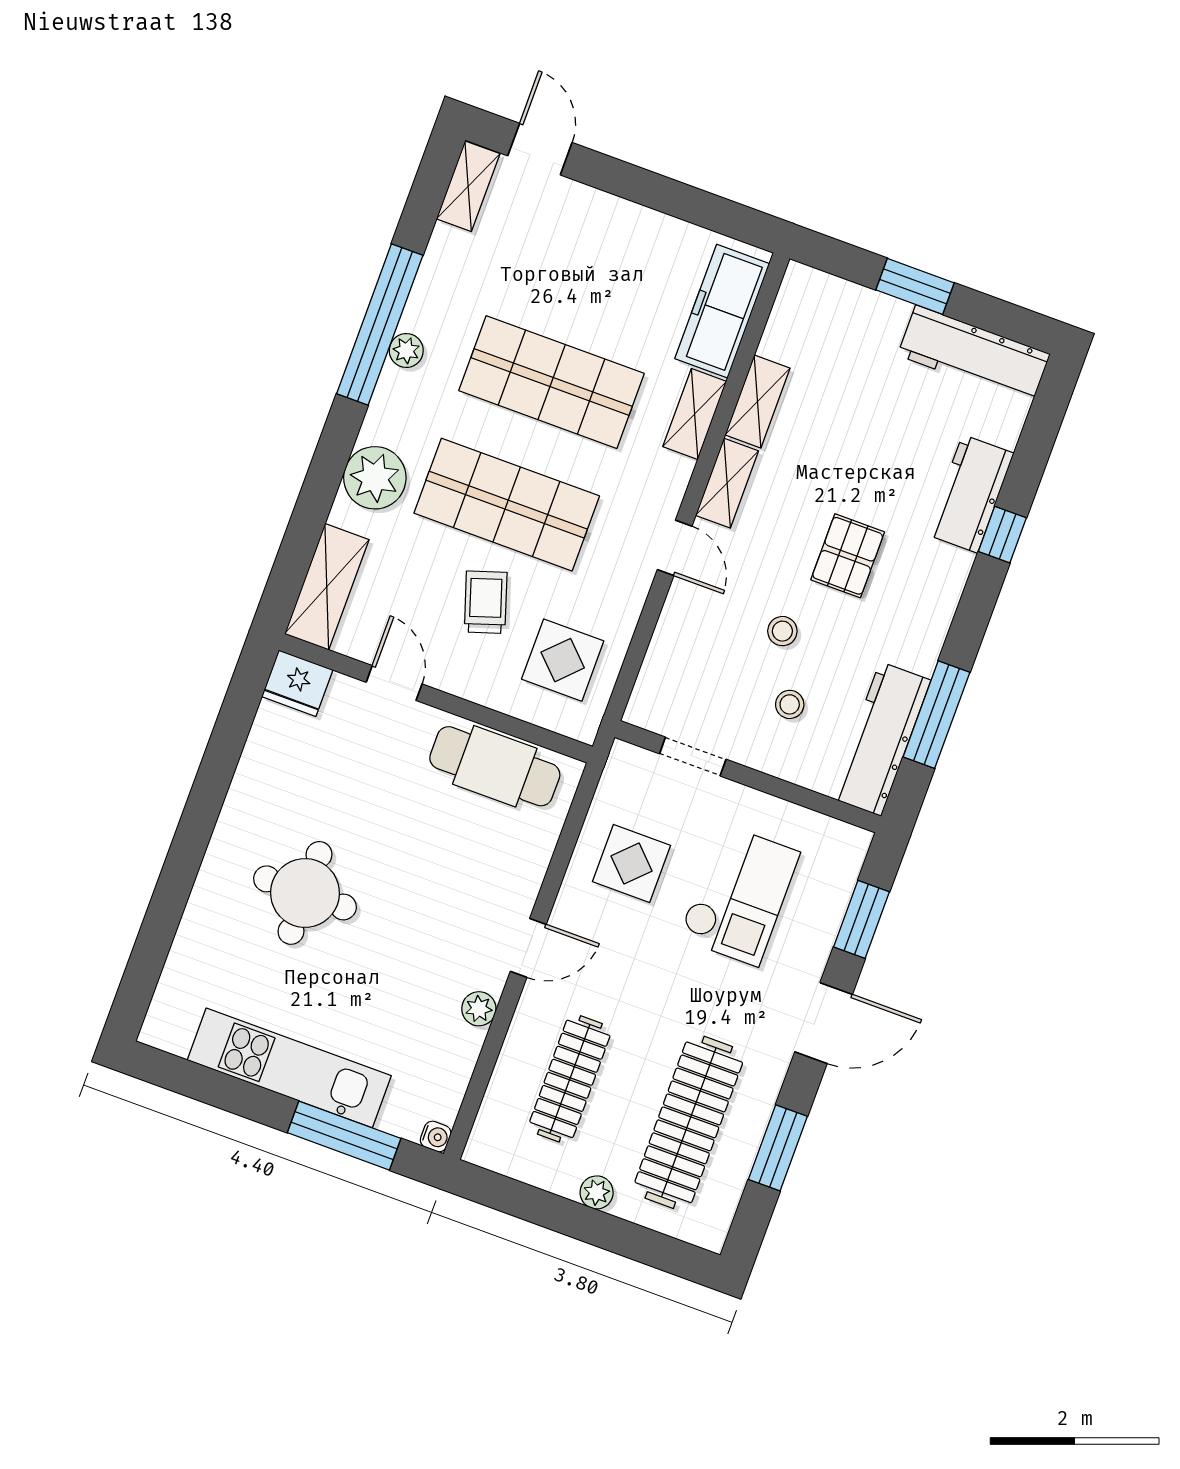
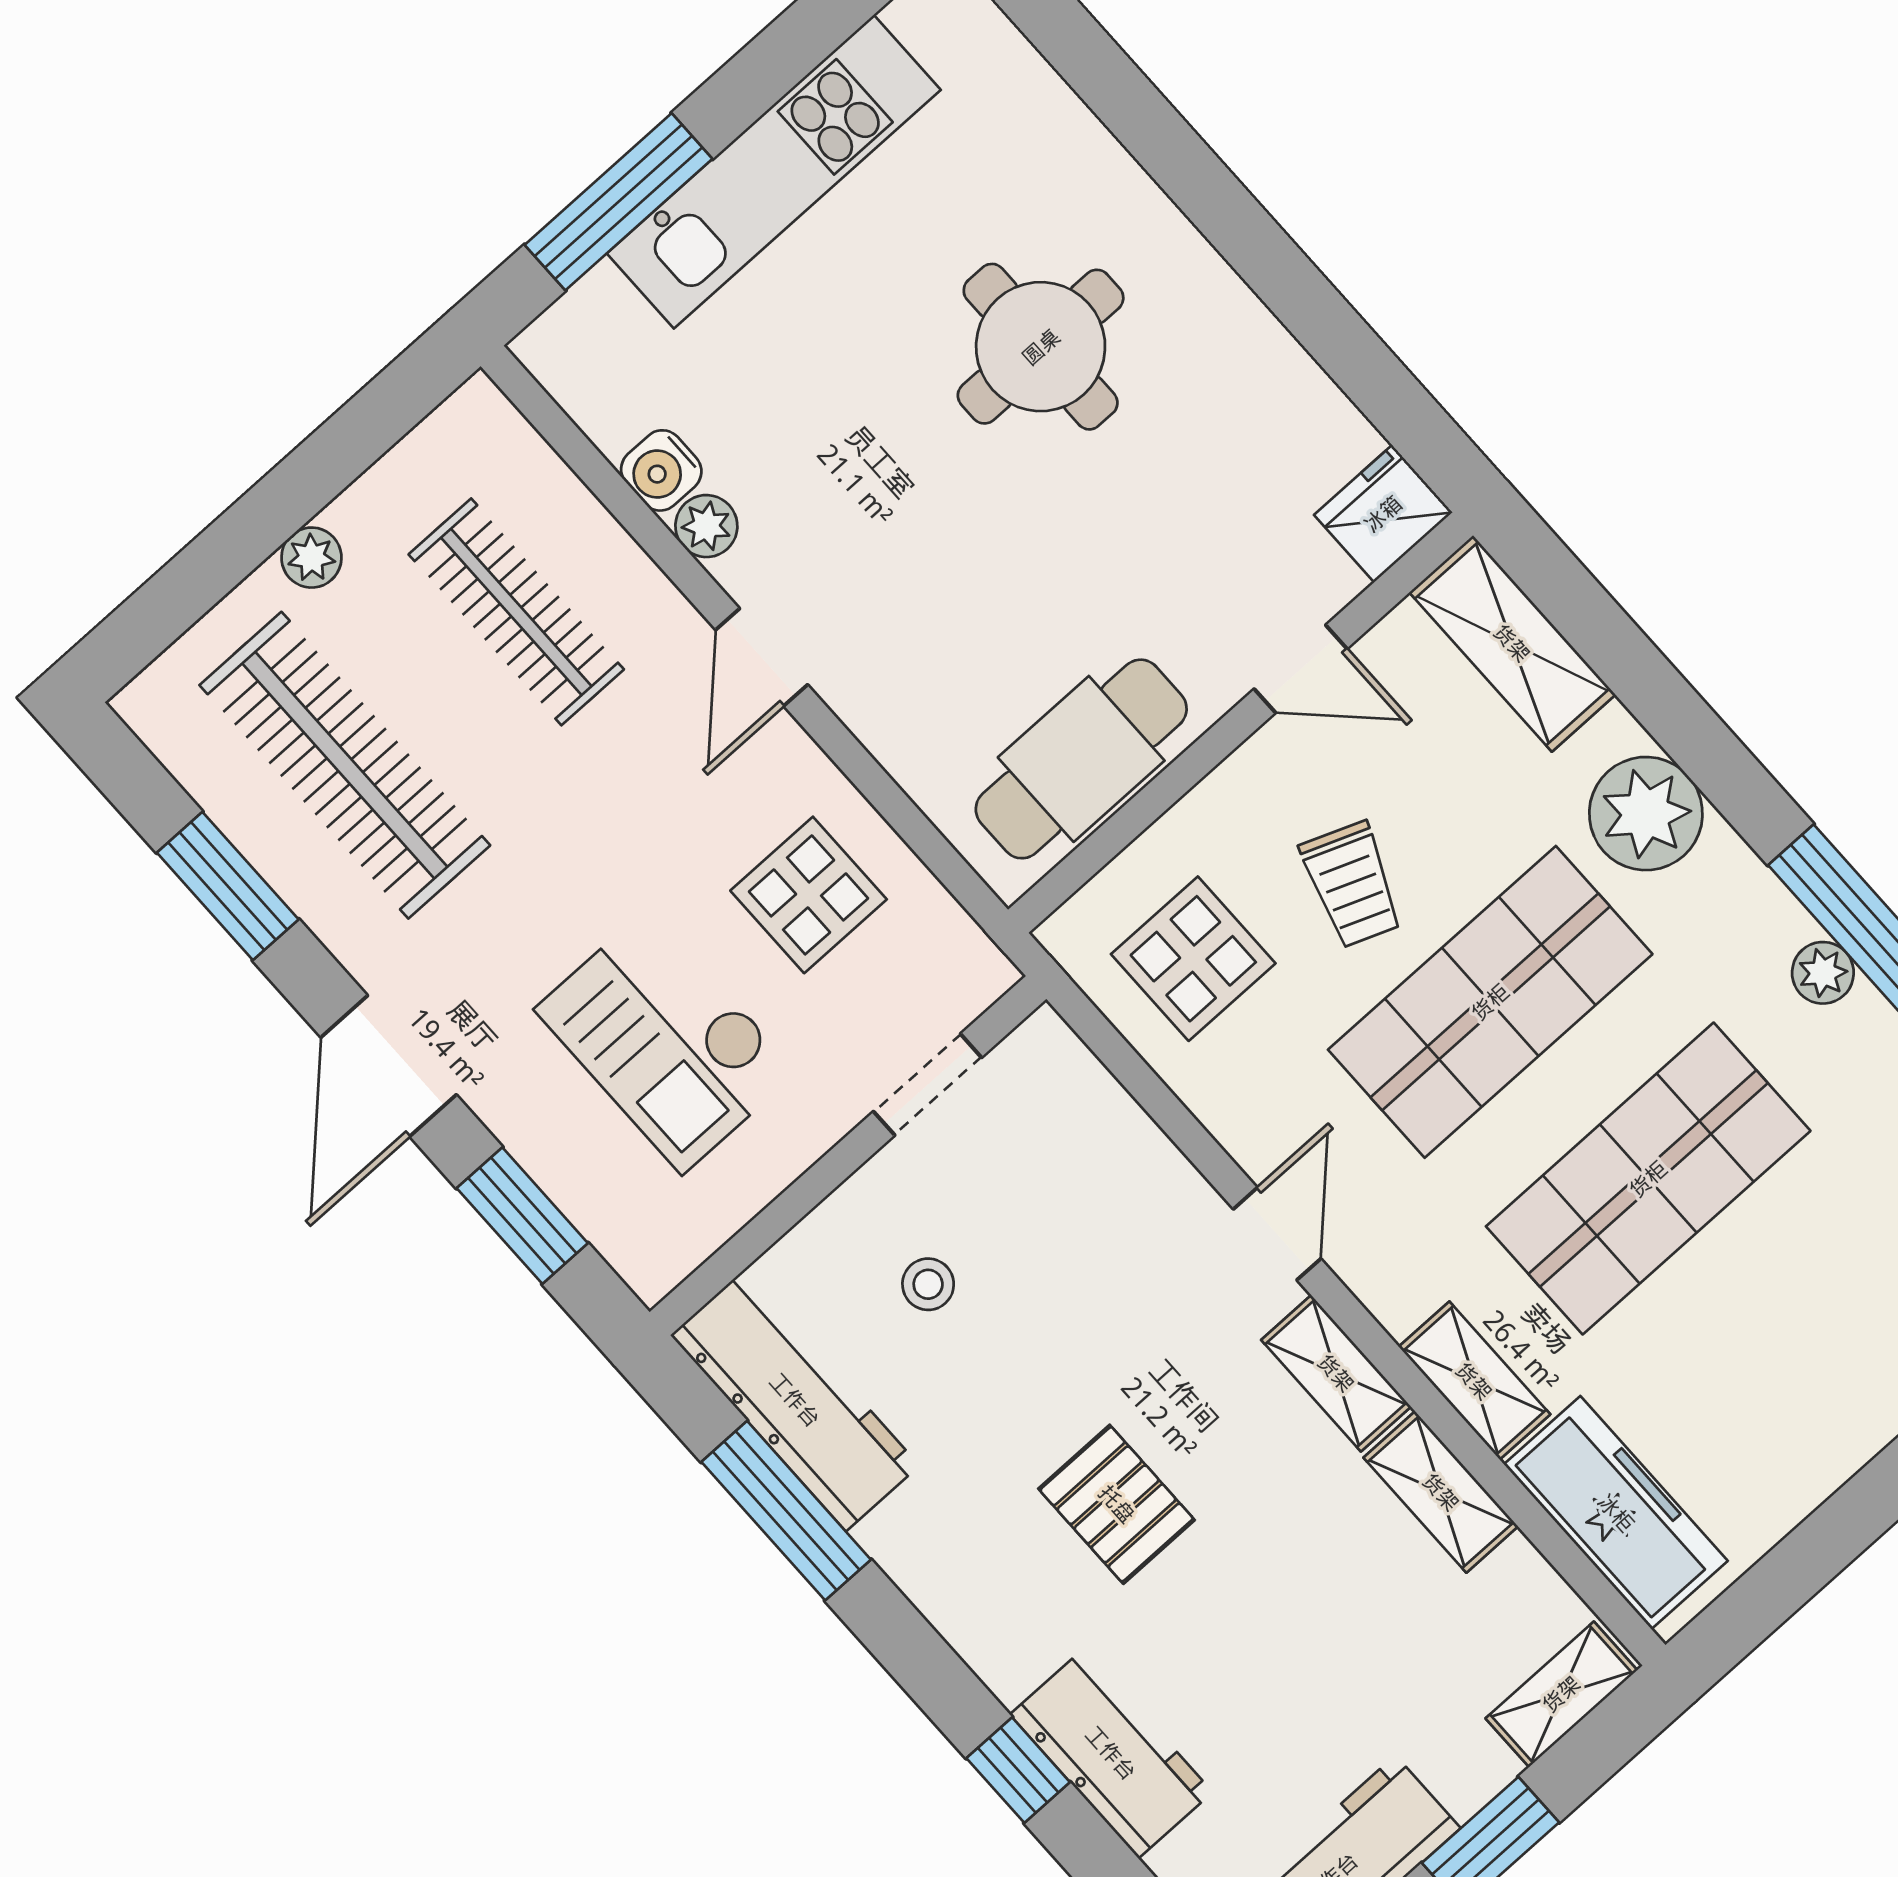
shelving: (825, 290) -> (1561, 1694), added
door: (675, 548) -> (1277, 1234), swing flipped
trolley: (486, 602) -> (1352, 885), turned 39
stool: (782, 631) -> (1052, 1335), removed
water cooler: (436, 1137) -> (661, 470), moved, width x1.38, depth x1.38

